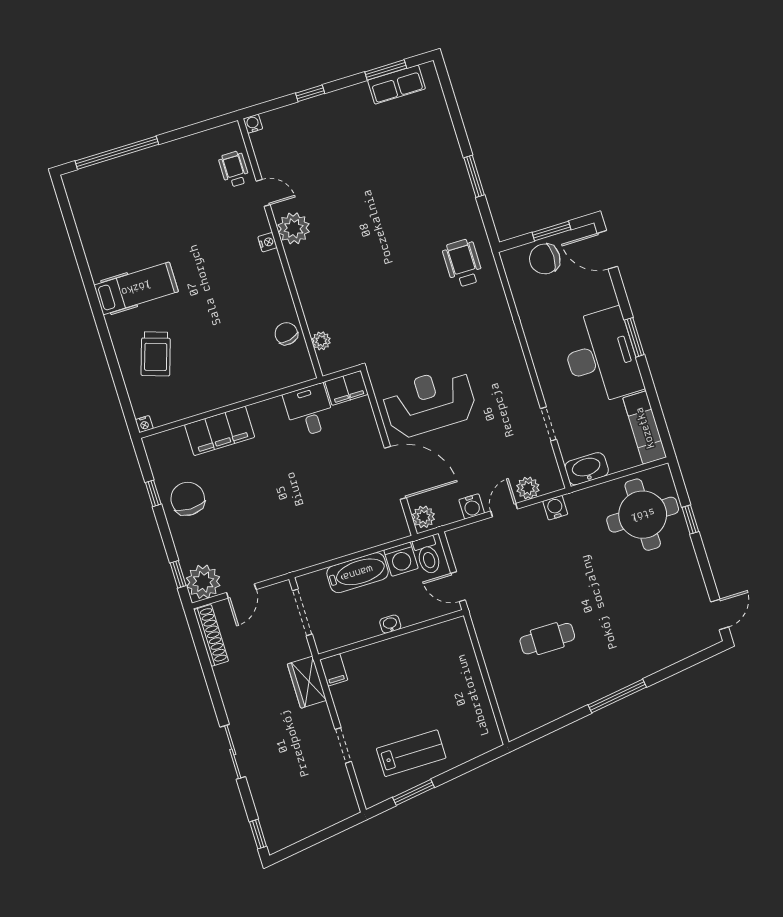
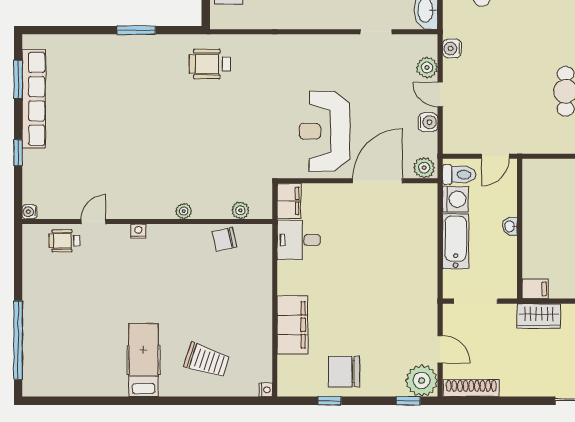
row of seats: (397, 85) -> (34, 99), width x2.02
plant: (294, 228) -> (184, 211), moved, width x0.53, depth x0.53

